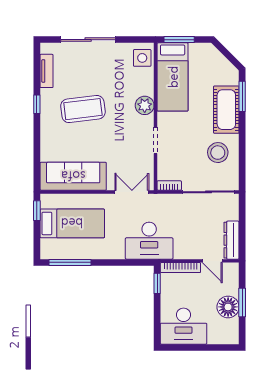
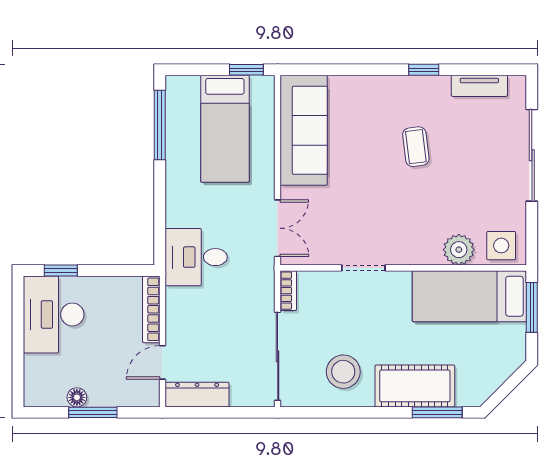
plant: (145, 105) -> (459, 250), moved
coffee table: (83, 109) -> (416, 147), width x0.54, depth x0.58
desk: (149, 241) -> (196, 257), width x0.73
window: (157, 283) -> (61, 271), moved
floor lamp: (228, 307) -> (77, 397), width x0.53, depth x0.53

